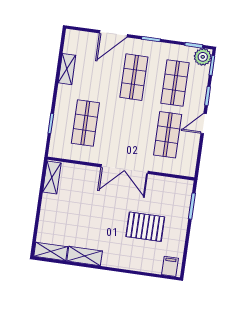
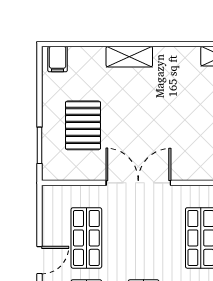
pallet: (145, 227) -> (83, 125), moved, turned 90
shelving: (85, 256) -> (129, 57), moved

